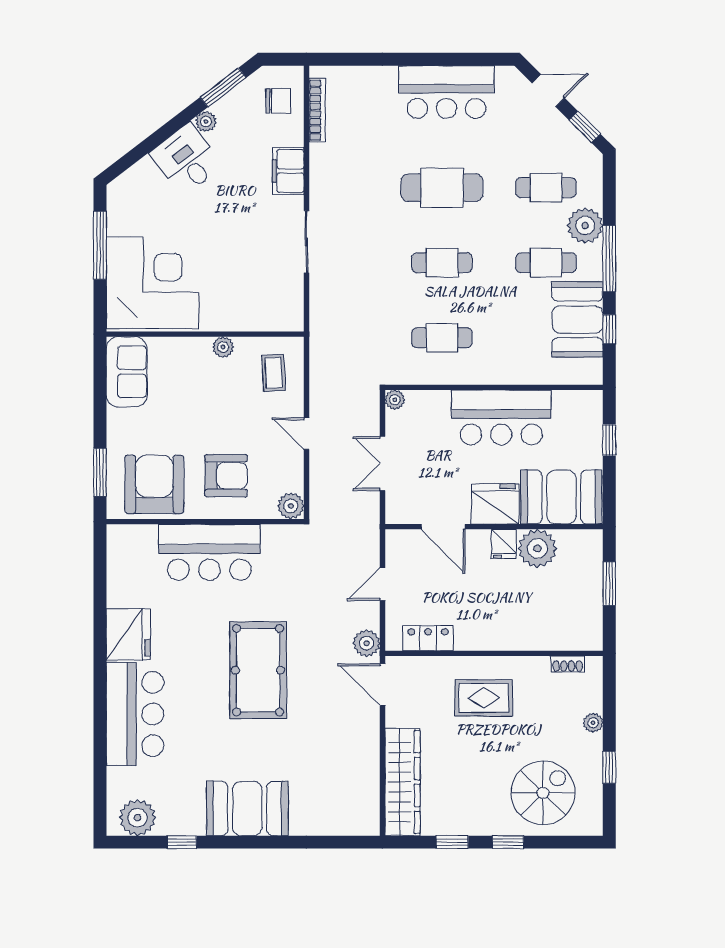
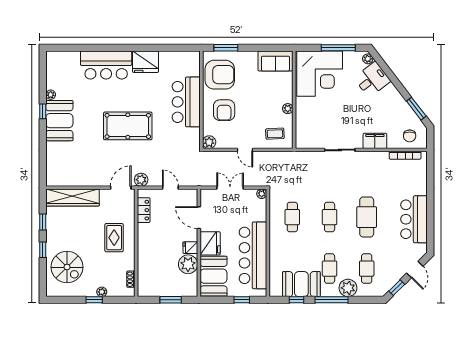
plant: (206, 121) -> (368, 59), moved
desk: (186, 159) -> (372, 79), moved
bar counter: (501, 417) -> (253, 255), width x1.36
door: (306, 434) -> (245, 150), swing flipped
door: (443, 527) -> (199, 218), hinge flipped
window: (609, 767) -> (94, 300), moved
plant: (137, 818) -> (51, 95), moved, width x0.53, depth x0.53
window: (182, 842) -> (43, 111), moved

